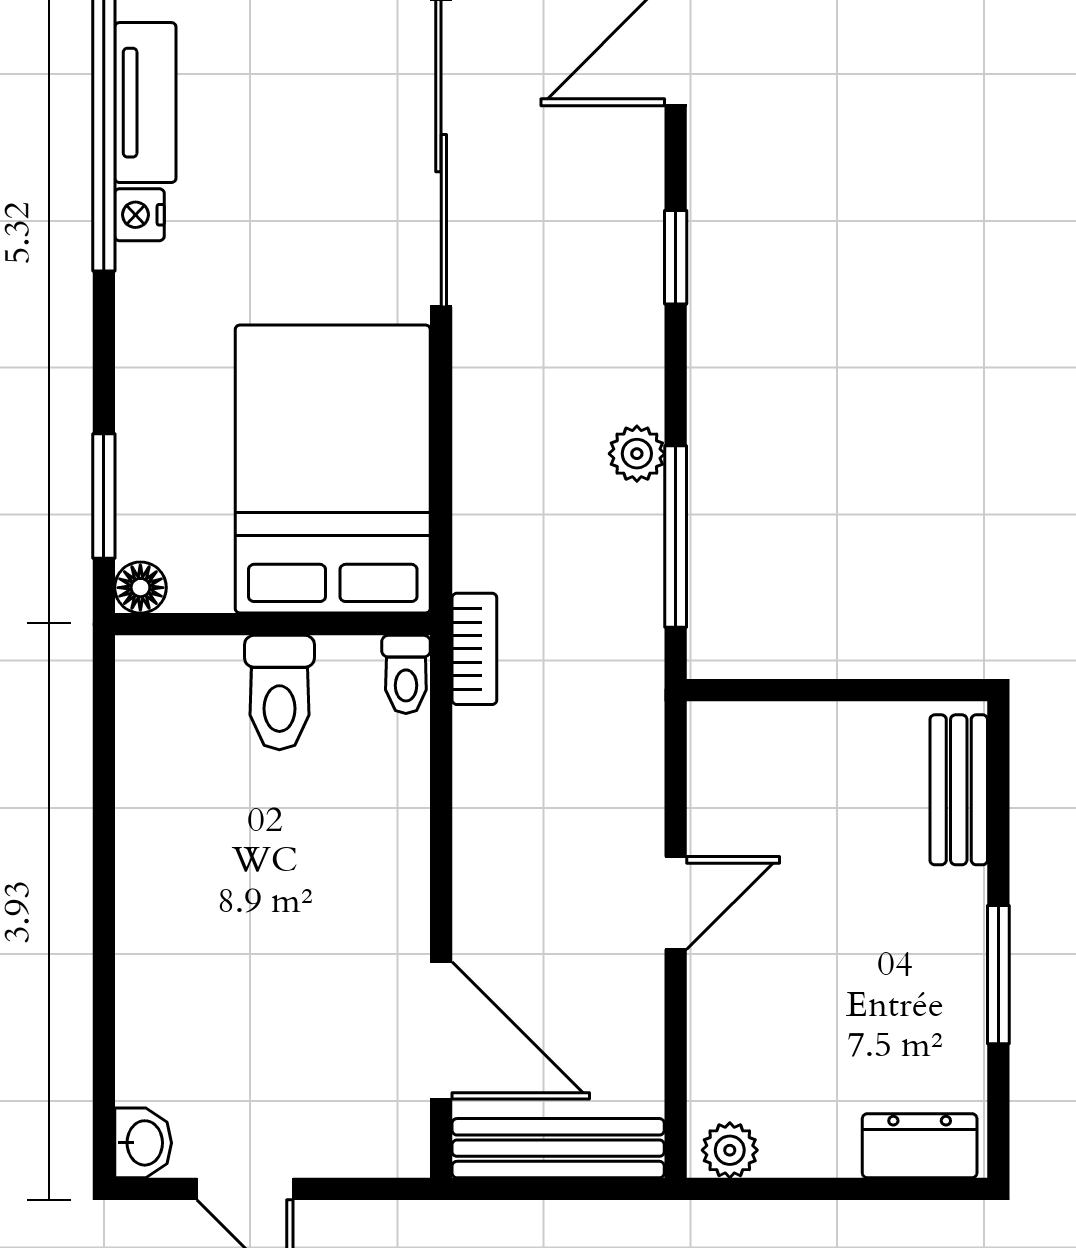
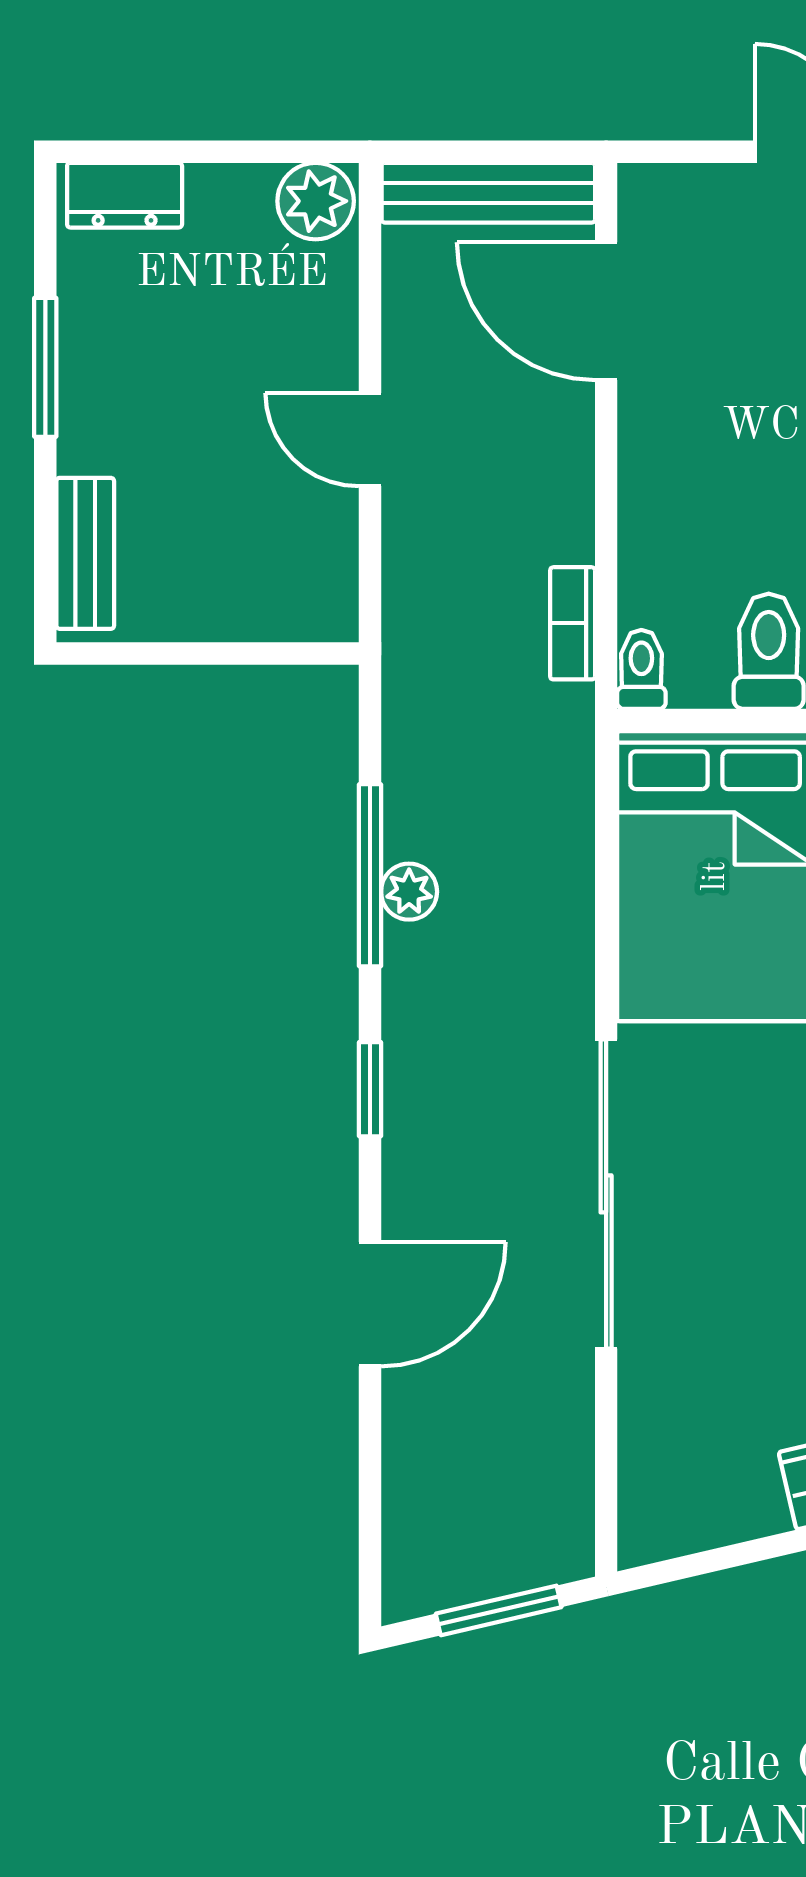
window: (676, 536) -> (370, 875), moved
bookcase: (474, 649) -> (573, 623), moved
door: (676, 903) -> (370, 440), hinge flipped
plant: (730, 1150) -> (316, 201), width x1.38, depth x1.38

